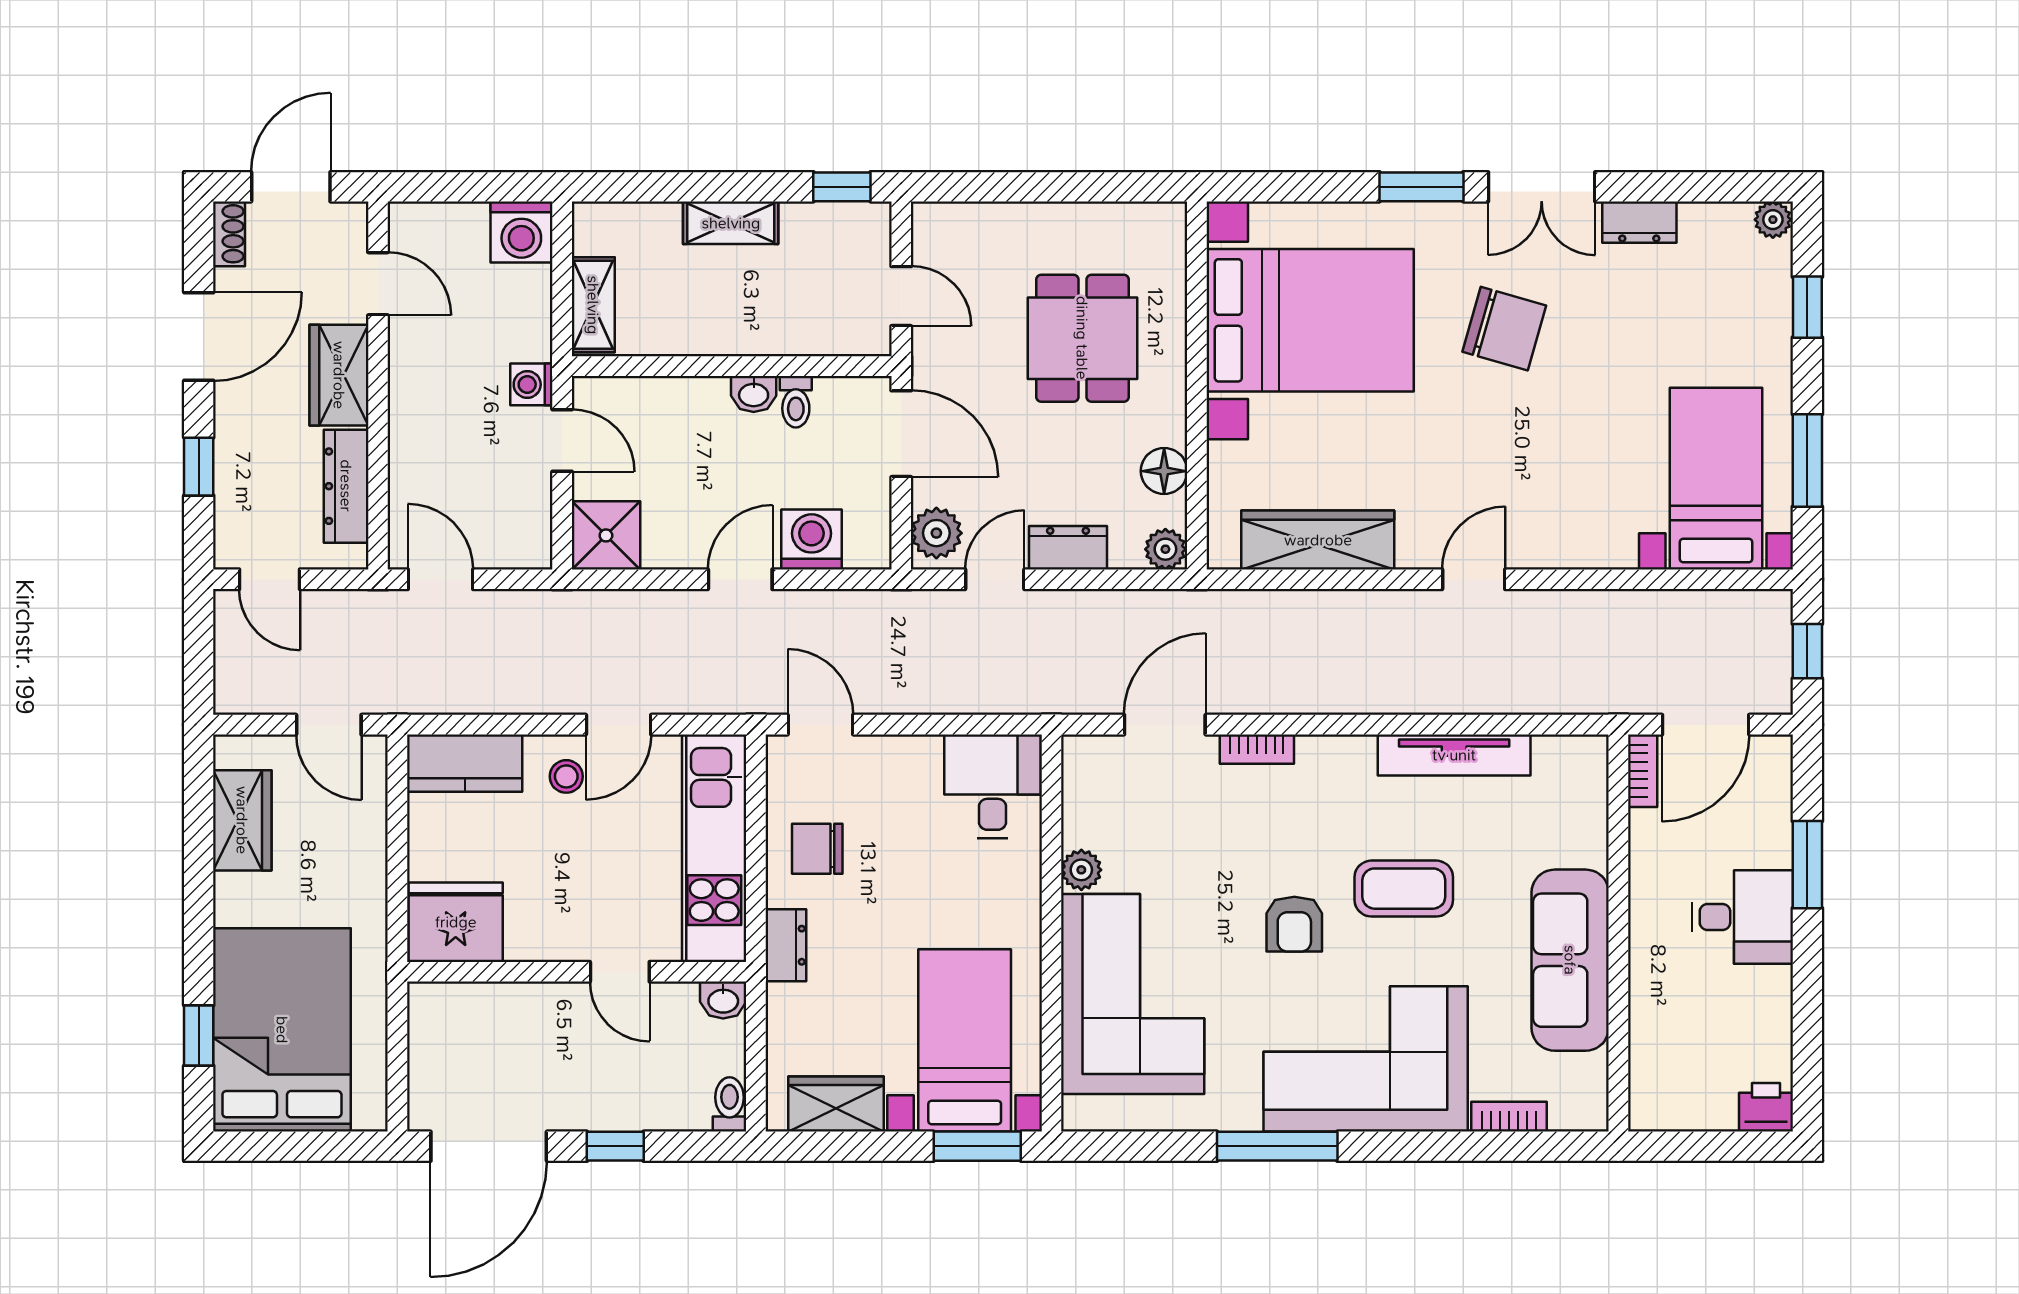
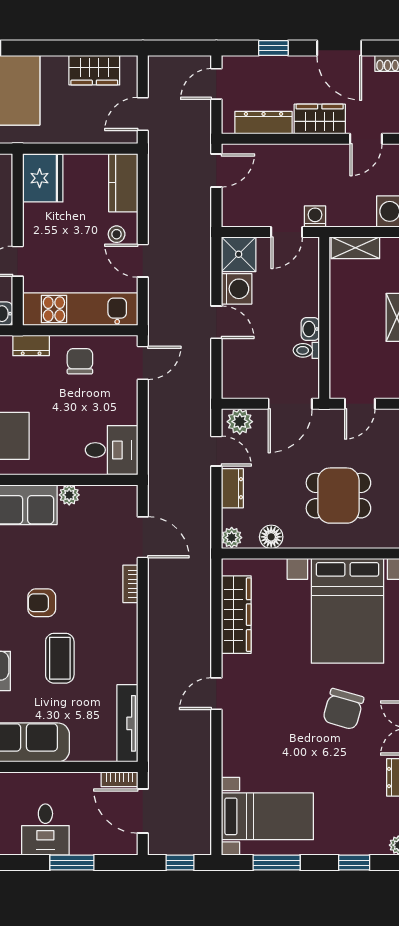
washing machine: (812, 539) -> (237, 289), moved
door: (1474, 579) -> (216, 694), swing flipped
tv unit: (1454, 755) -> (127, 723), moved

